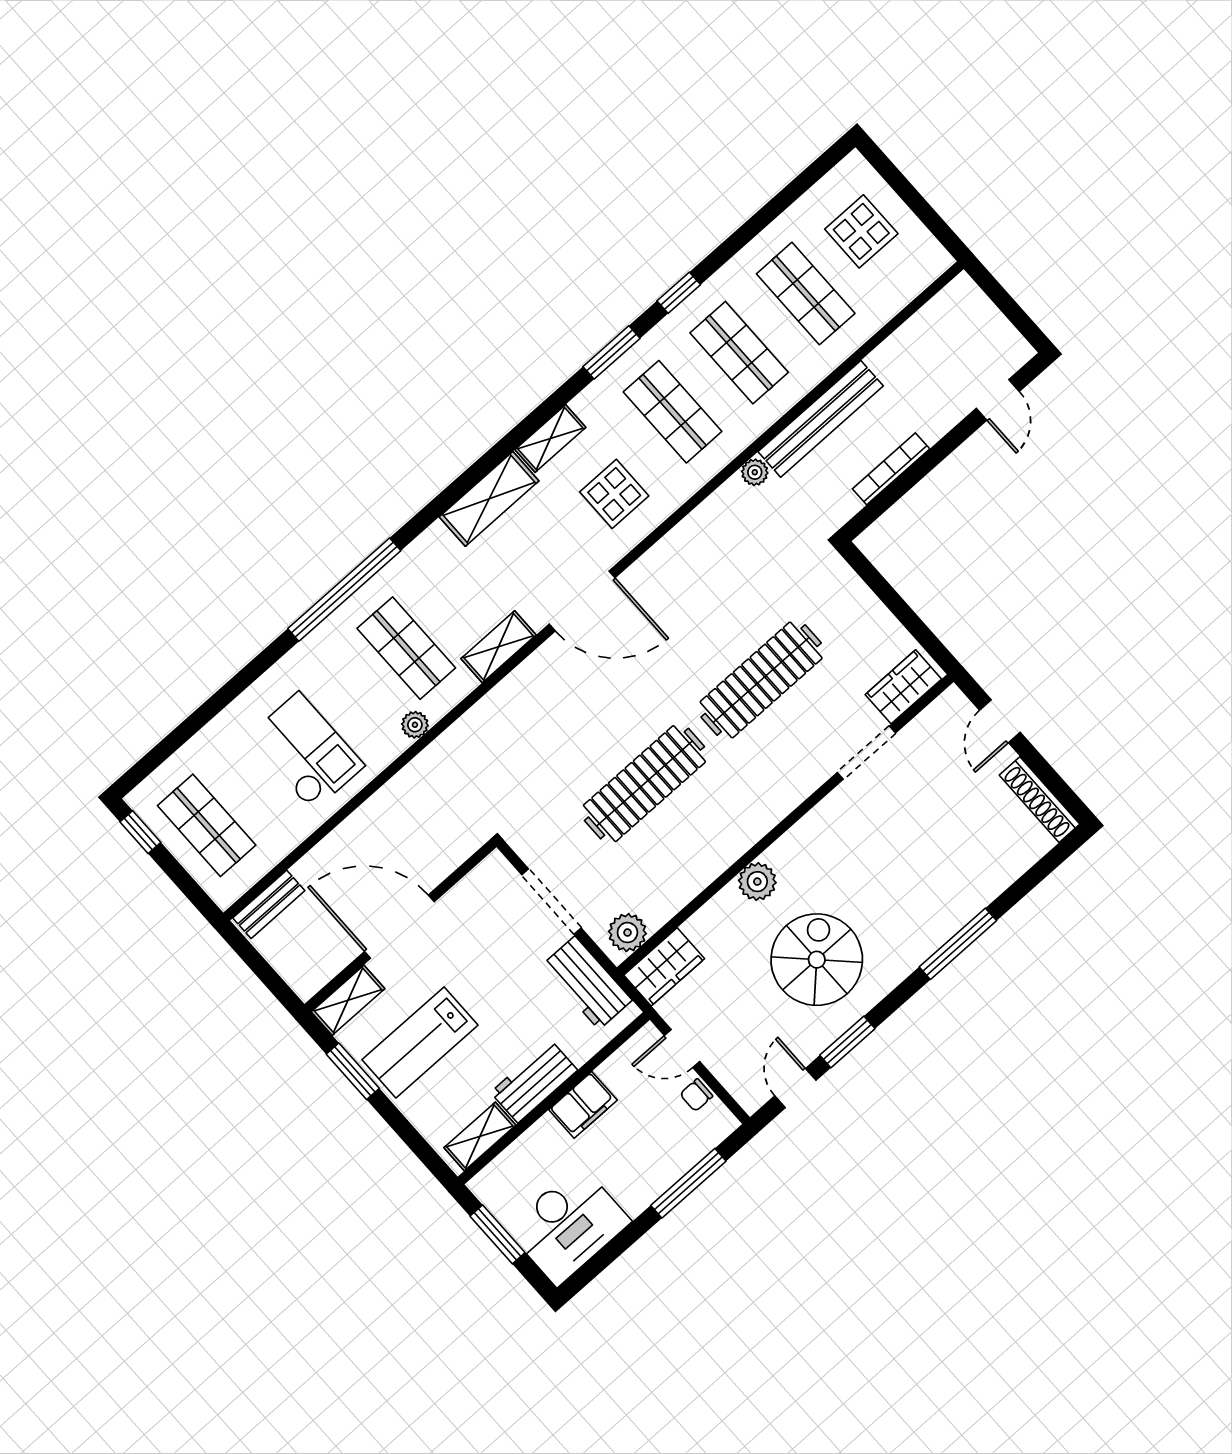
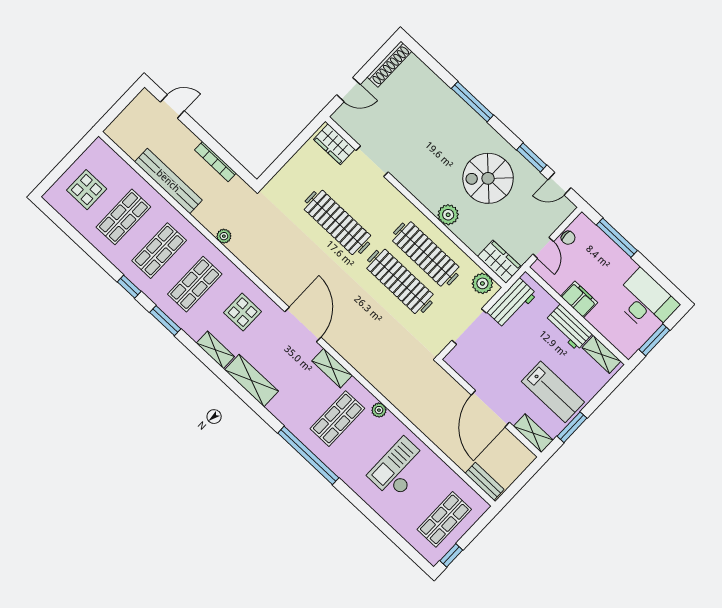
bench: (821, 419) -> (168, 181), moved
clothes rail: (690, 835) -> (426, 254), added

